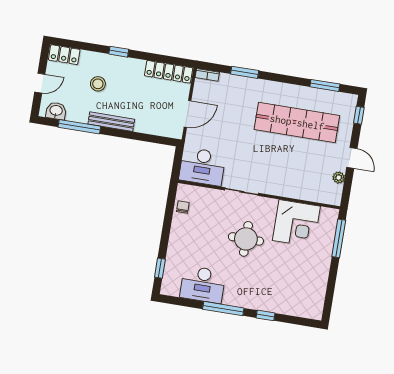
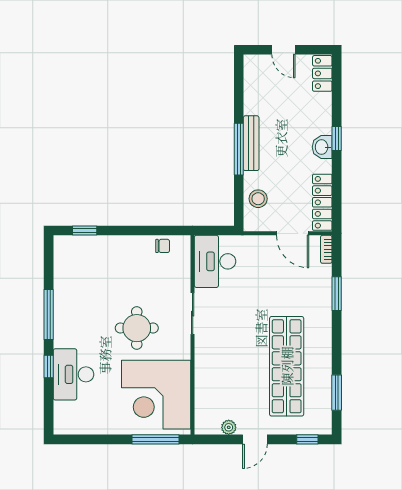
stool: (98, 84) -> (258, 199), moved
washbasin: (56, 111) -> (322, 147), moved, turned 180
door: (188, 114) -> (293, 233), moved
window: (79, 127) -> (239, 149), moved
corner desk: (296, 223) -> (156, 395), width x1.36, depth x1.36
desk: (203, 284) -> (73, 374), moved

